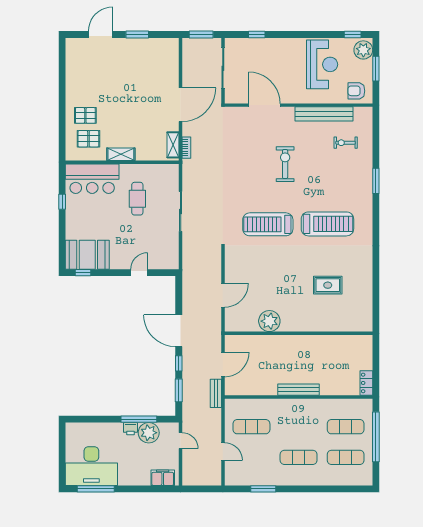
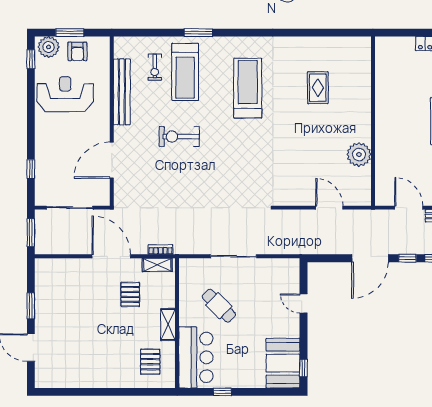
armchair: (356, 91) -> (77, 51), moved
pallet: (85, 115) -> (130, 294), moved
cafe table: (137, 199) -> (219, 306), turned 45
treadmill: (268, 224) -> (185, 72), moved

